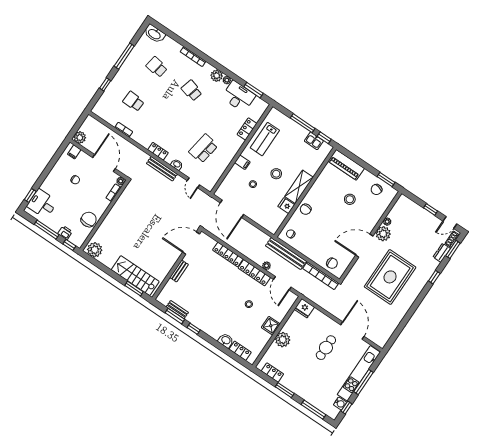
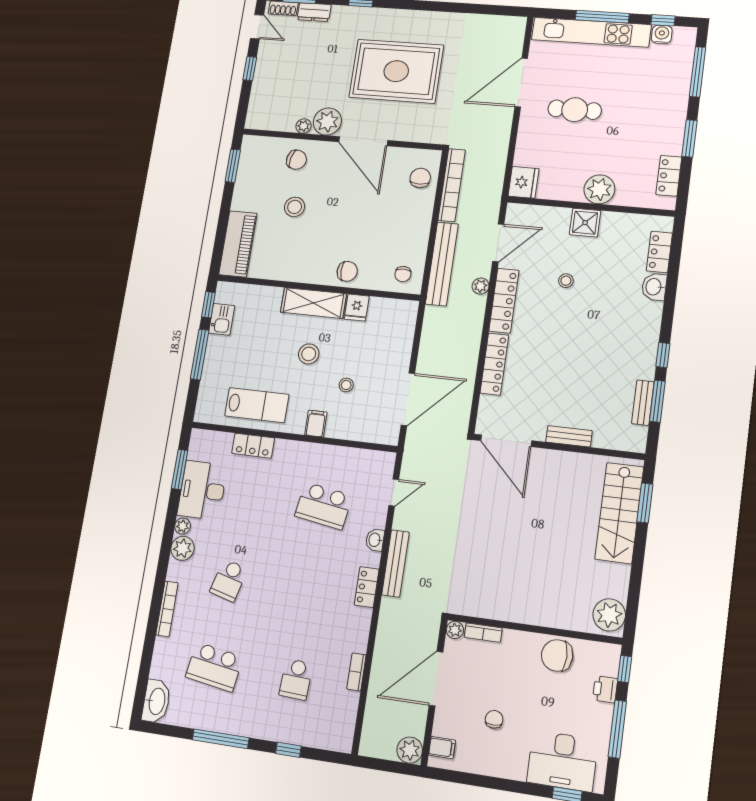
school desk: (157, 67) -> (214, 667), width x1.85
chair: (376, 189) -> (296, 160), moved
desk: (42, 204) -> (562, 761), width x1.37

